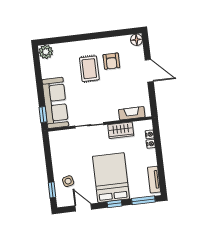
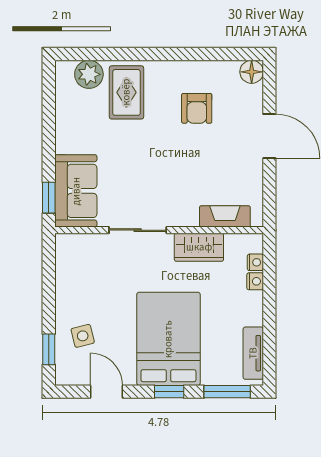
plant: (46, 52) -> (89, 74), moved
rug: (89, 69) -> (126, 92), moved
sofa: (55, 103) -> (76, 191), width x0.73

